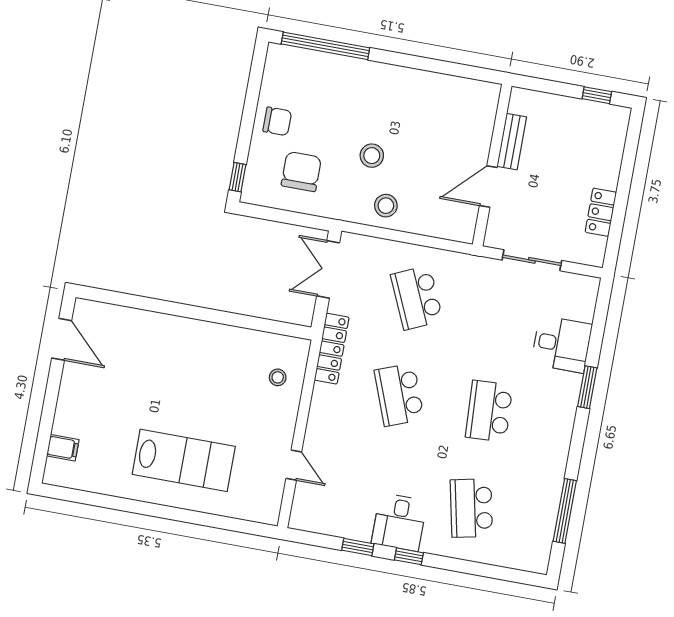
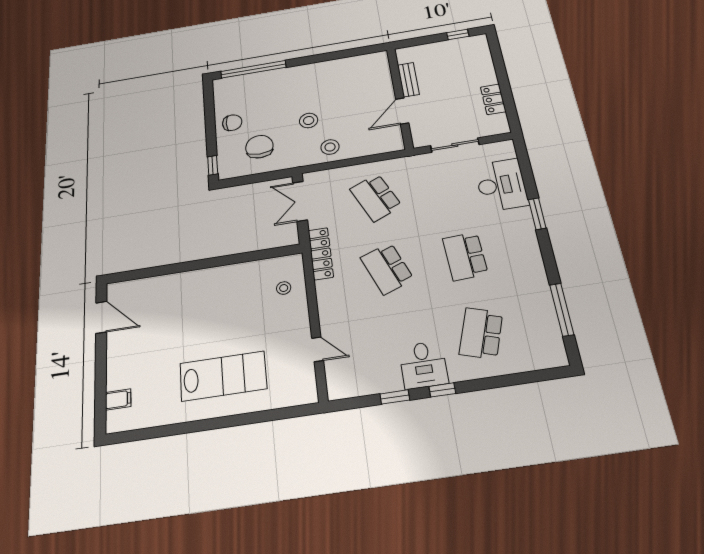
desk: (562, 344) -> (501, 185), width x1.37
school desk: (471, 508) -> (481, 333), turned 30

